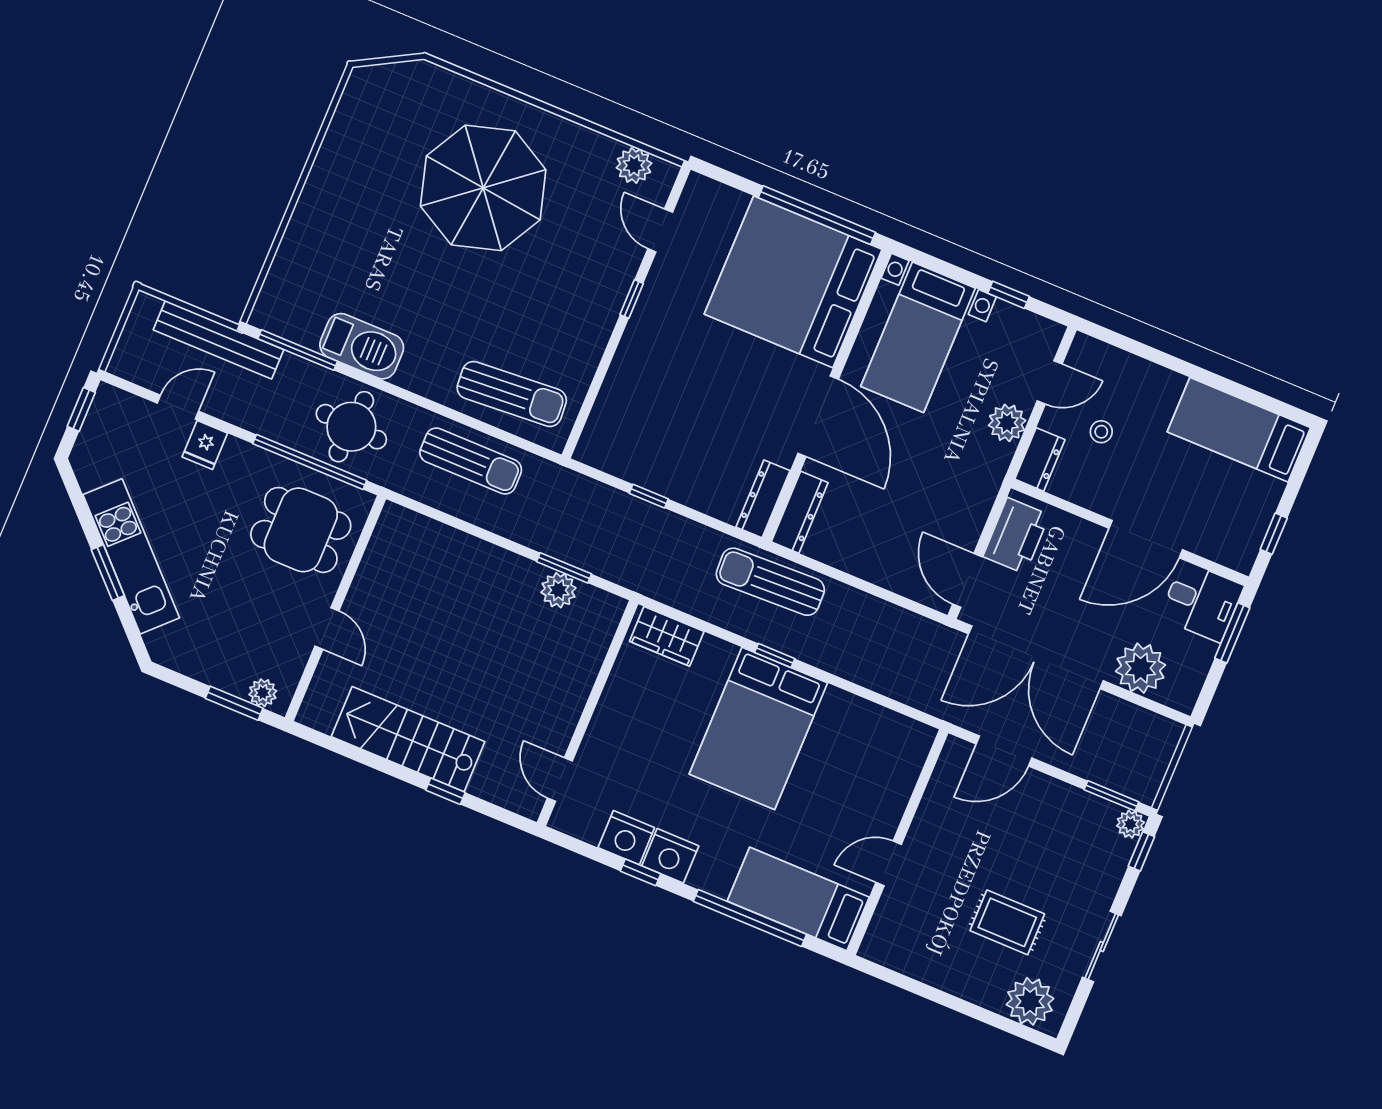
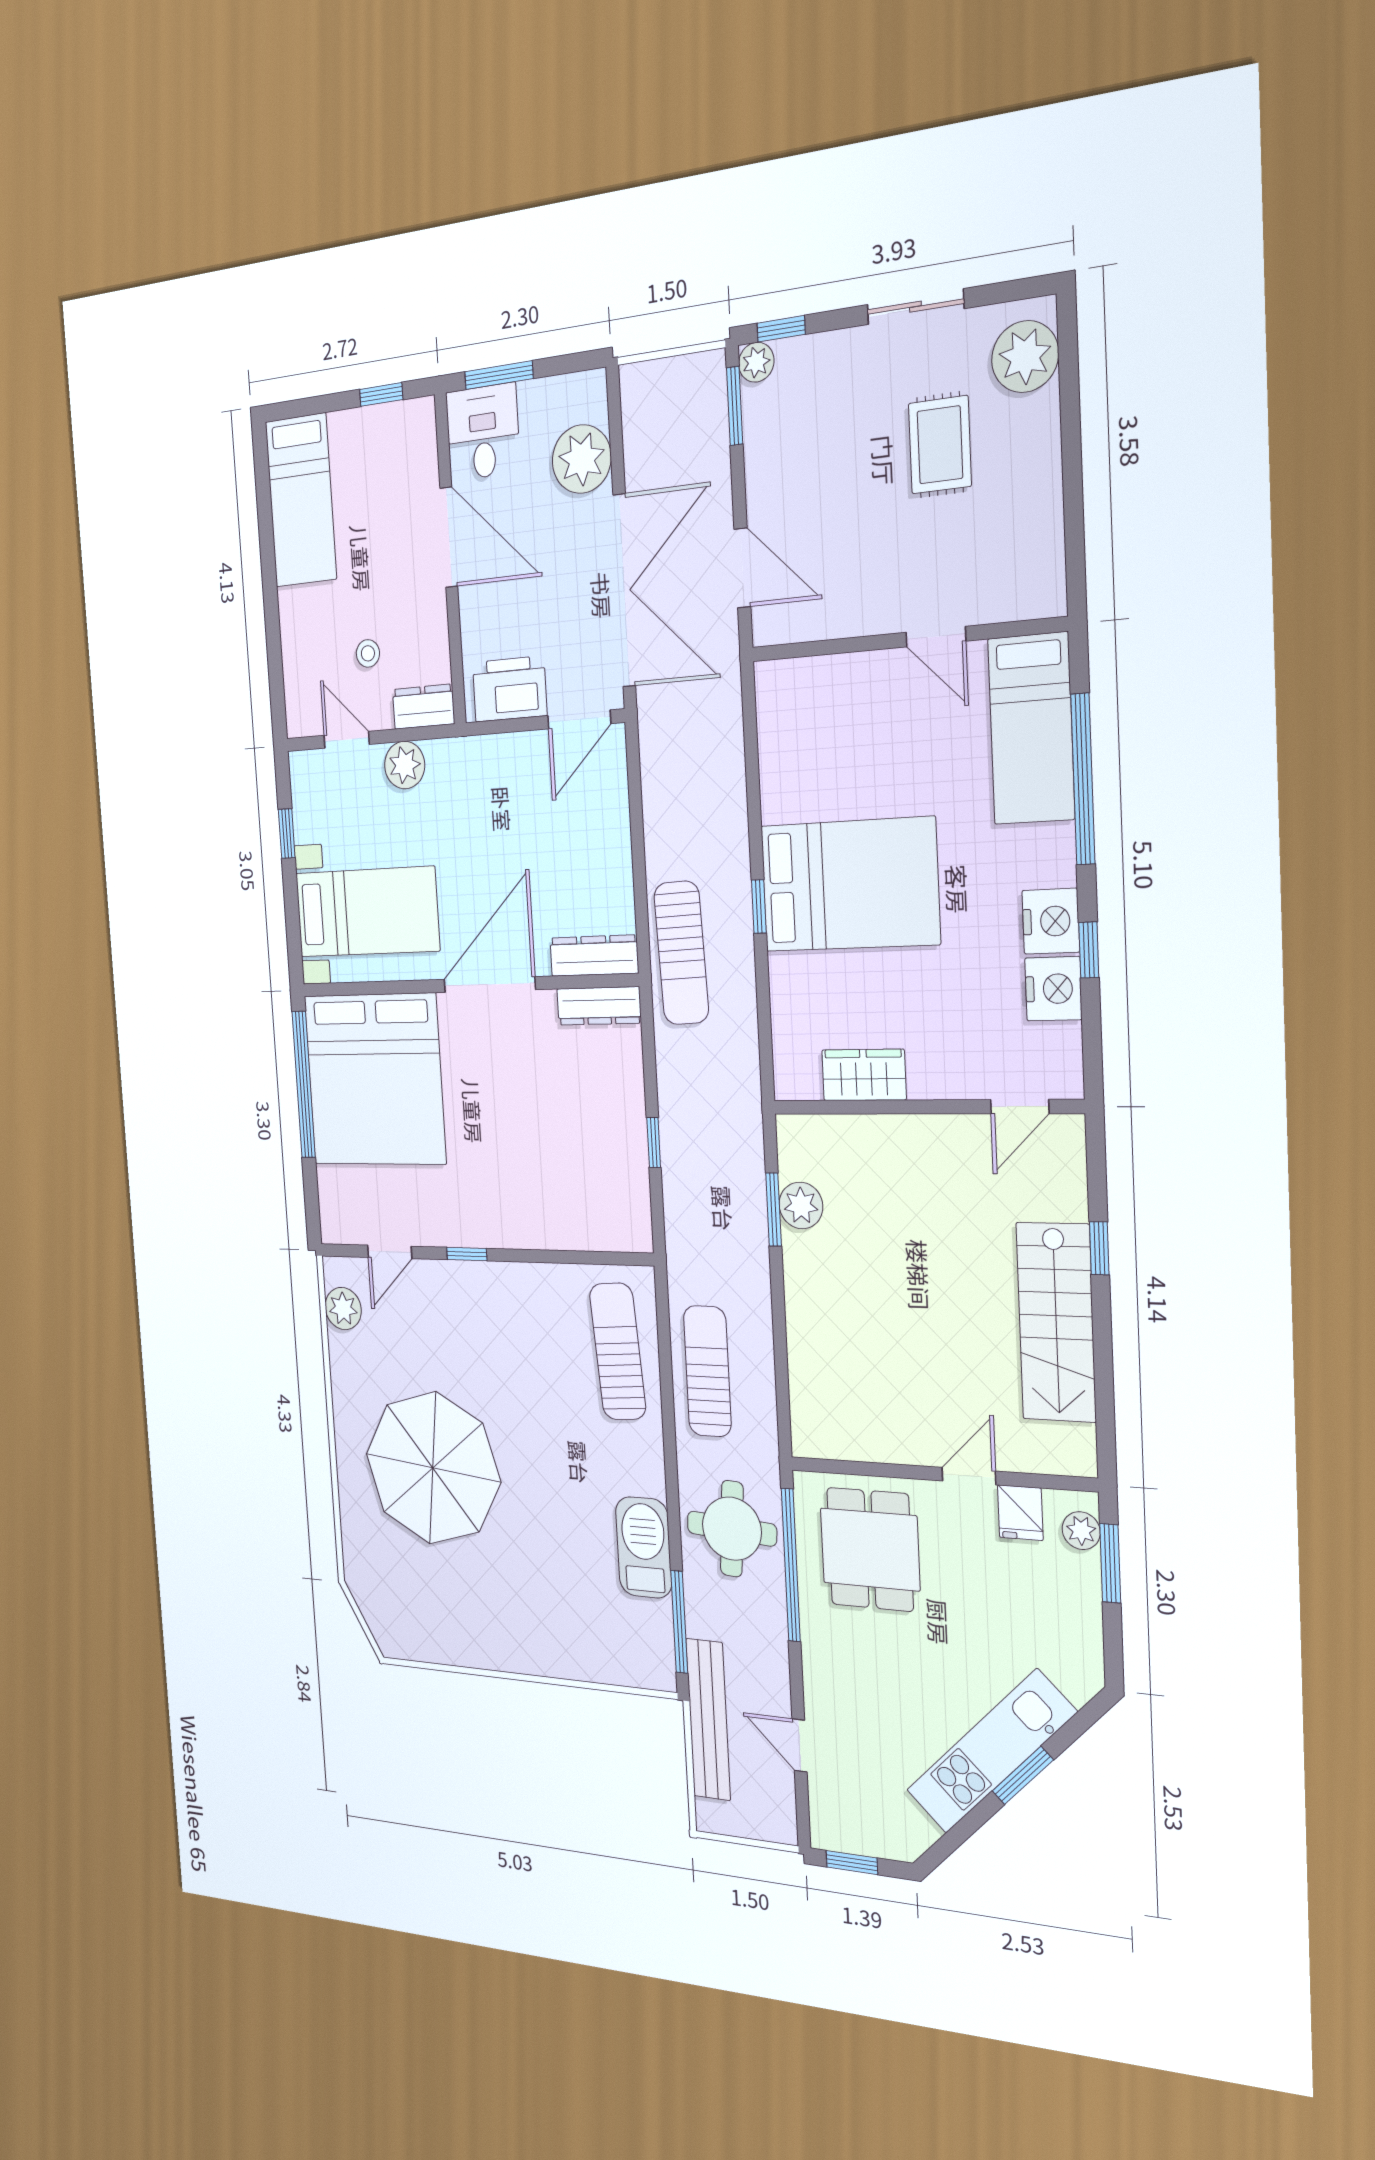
fridge: (205, 445) -> (1020, 1513), moved, turned 90
wardrobe: (667, 636) -> (864, 1075), moved, turned -90

